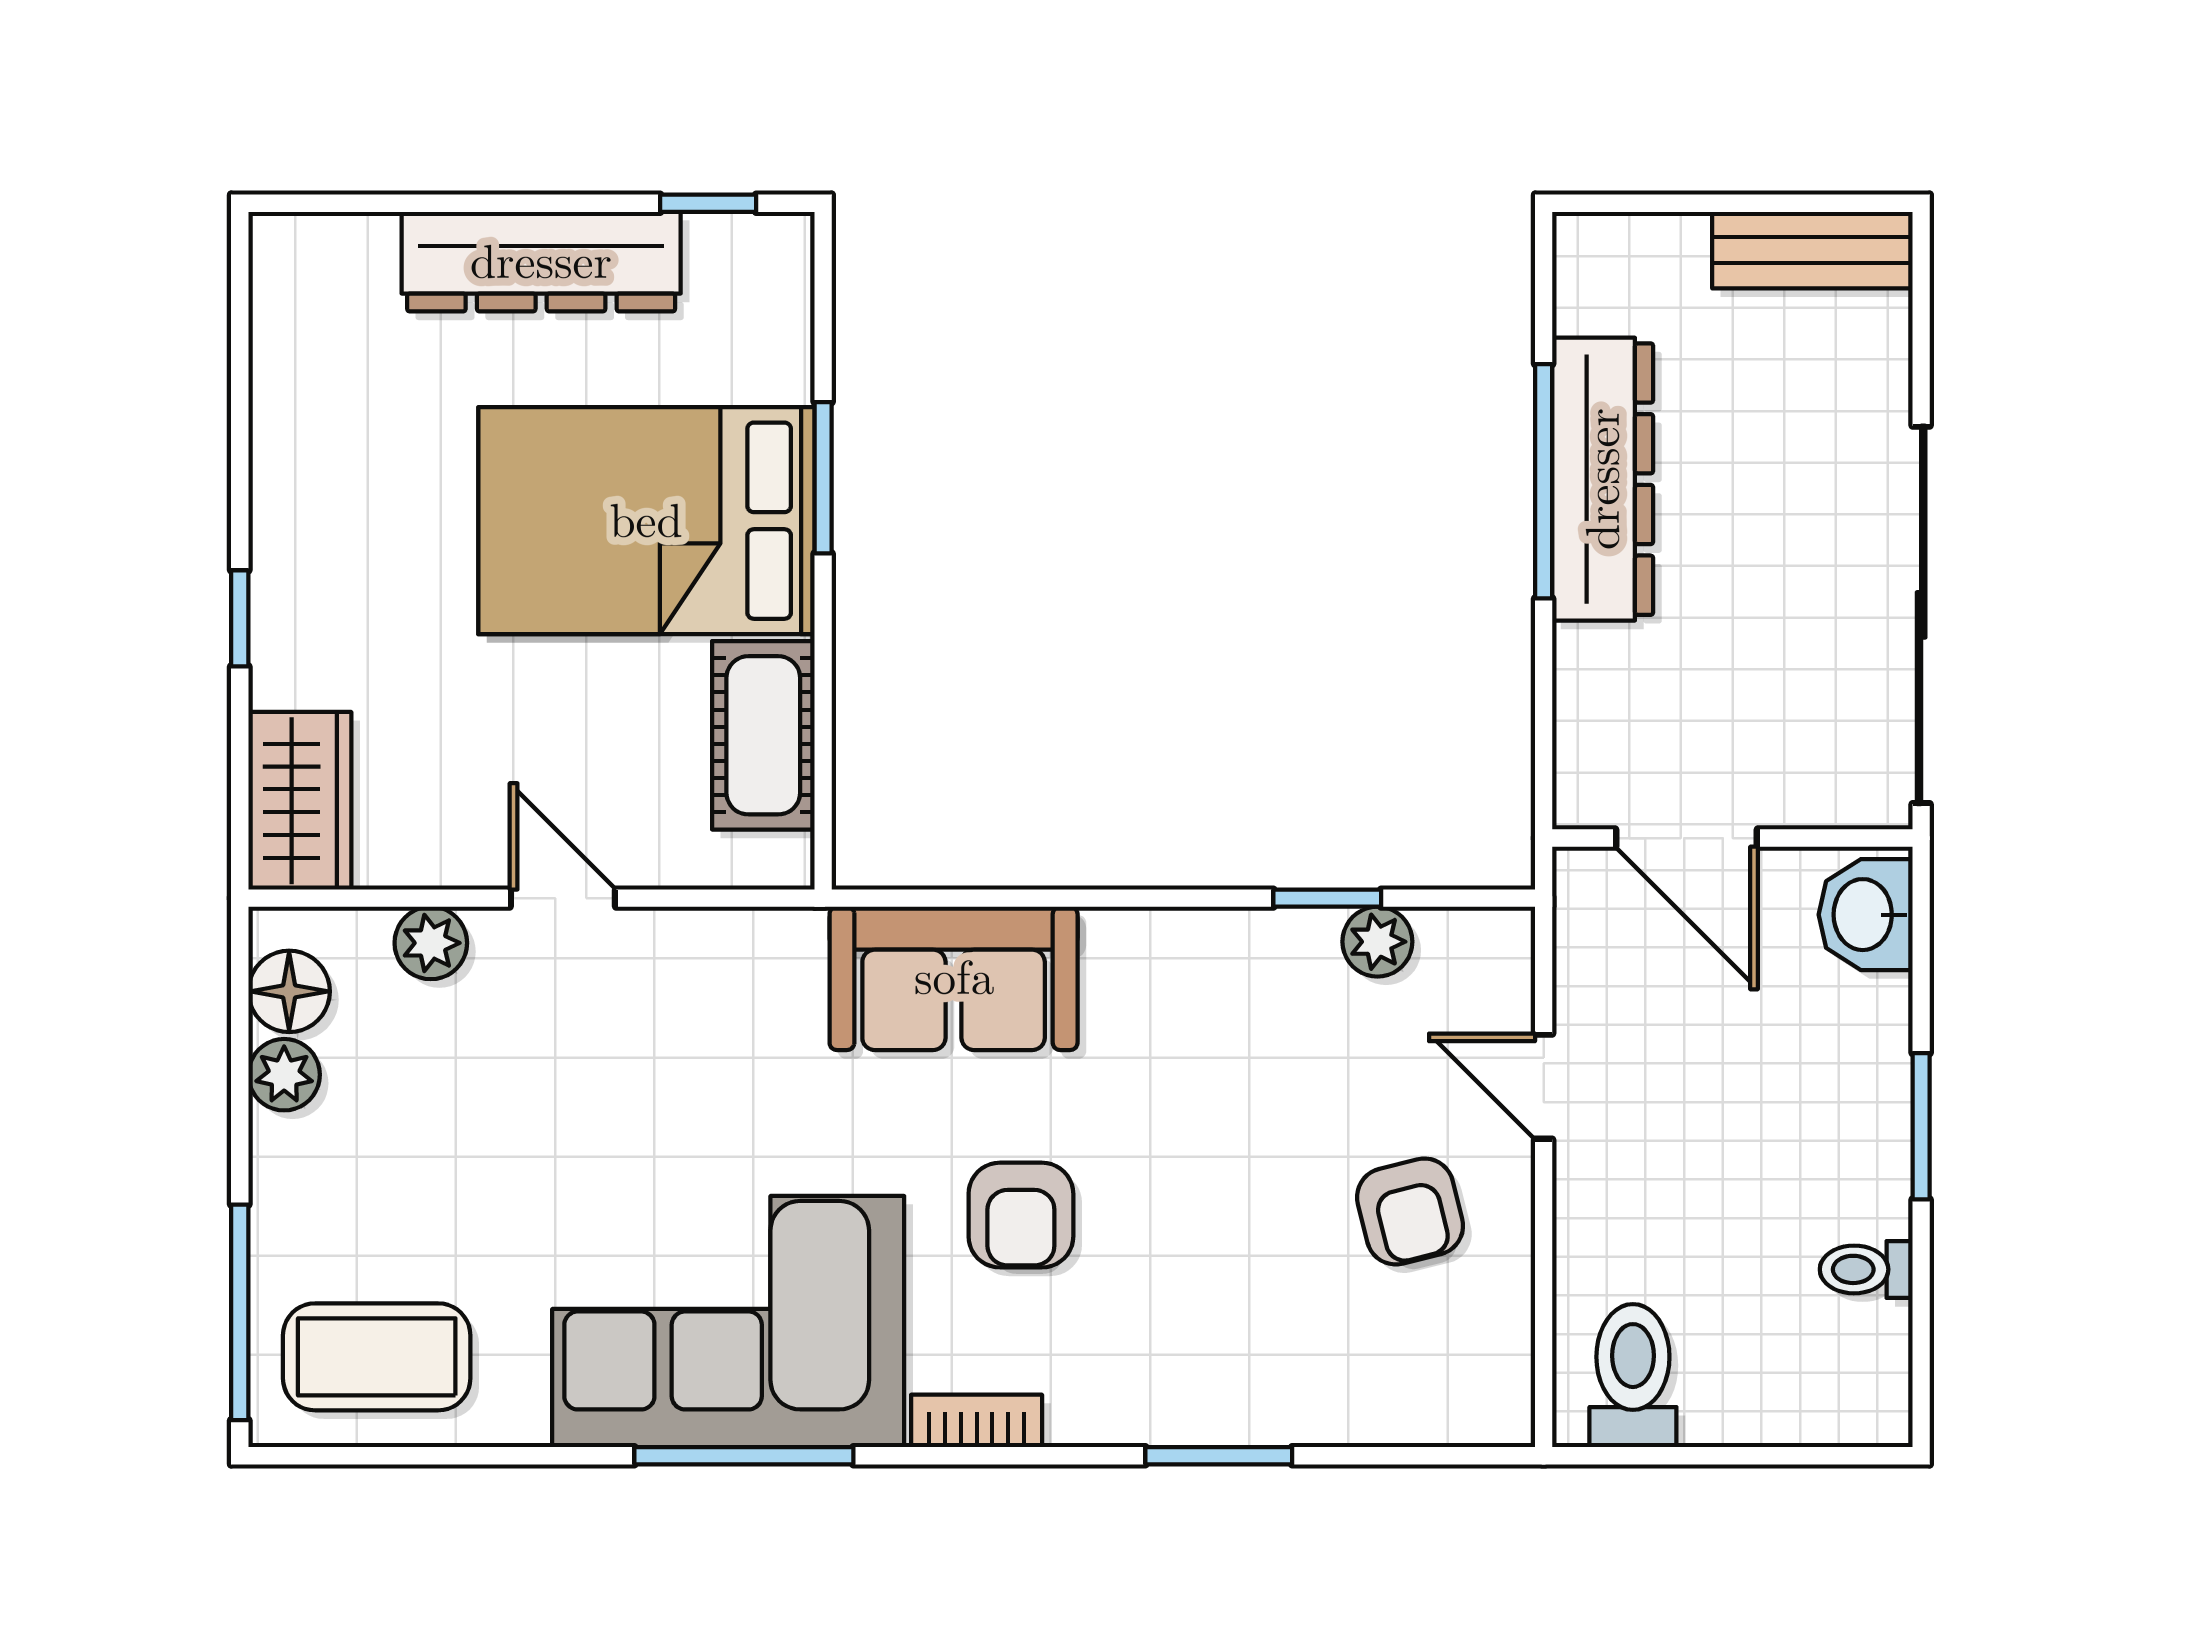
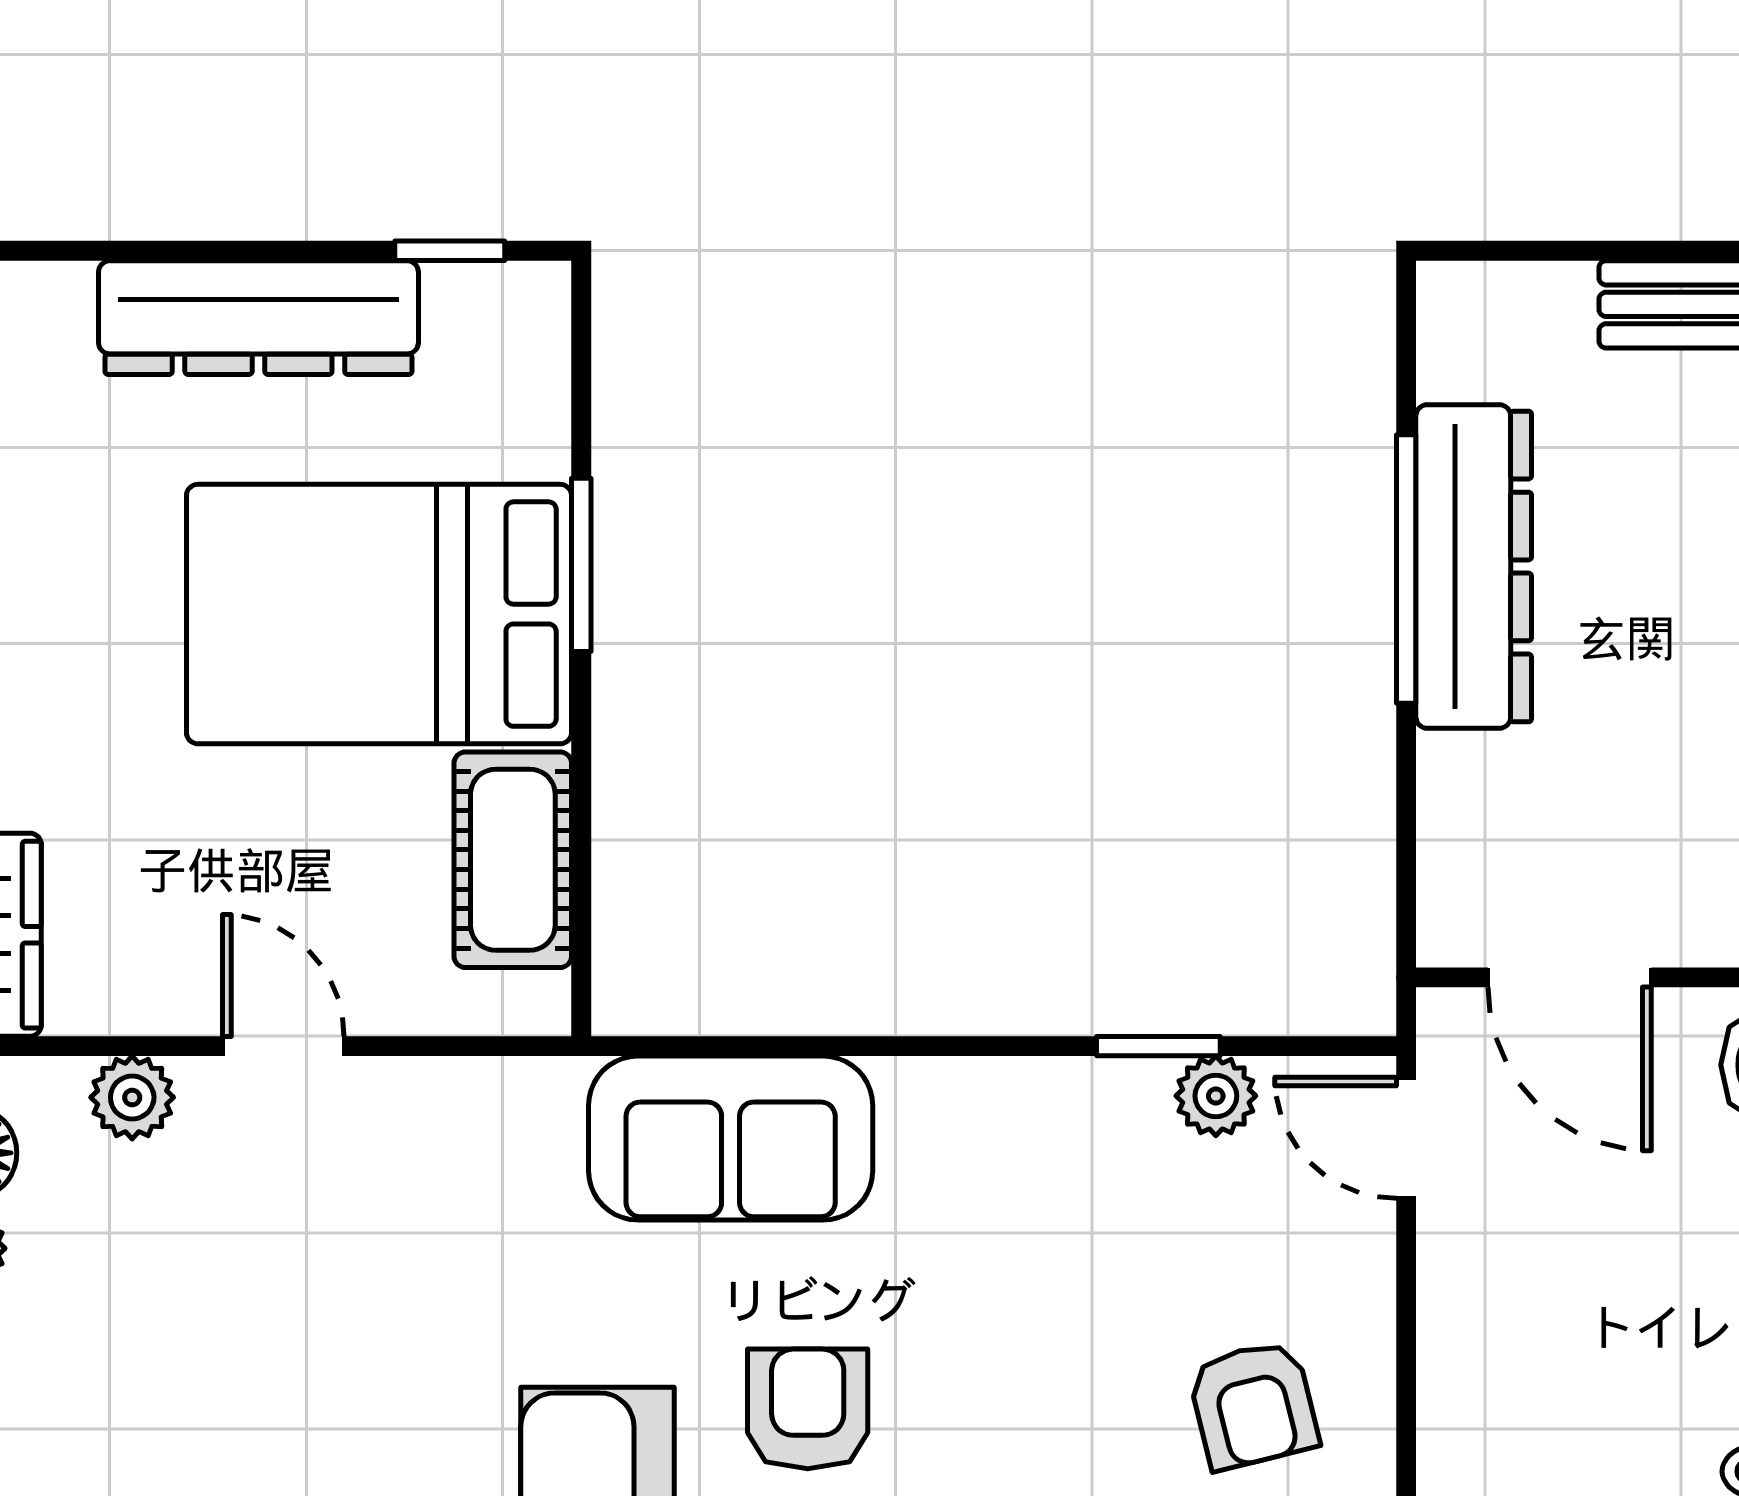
door: (1544, 1087) -> (1406, 1138), moved
armchair: (1021, 1215) -> (808, 1409), turned 180

